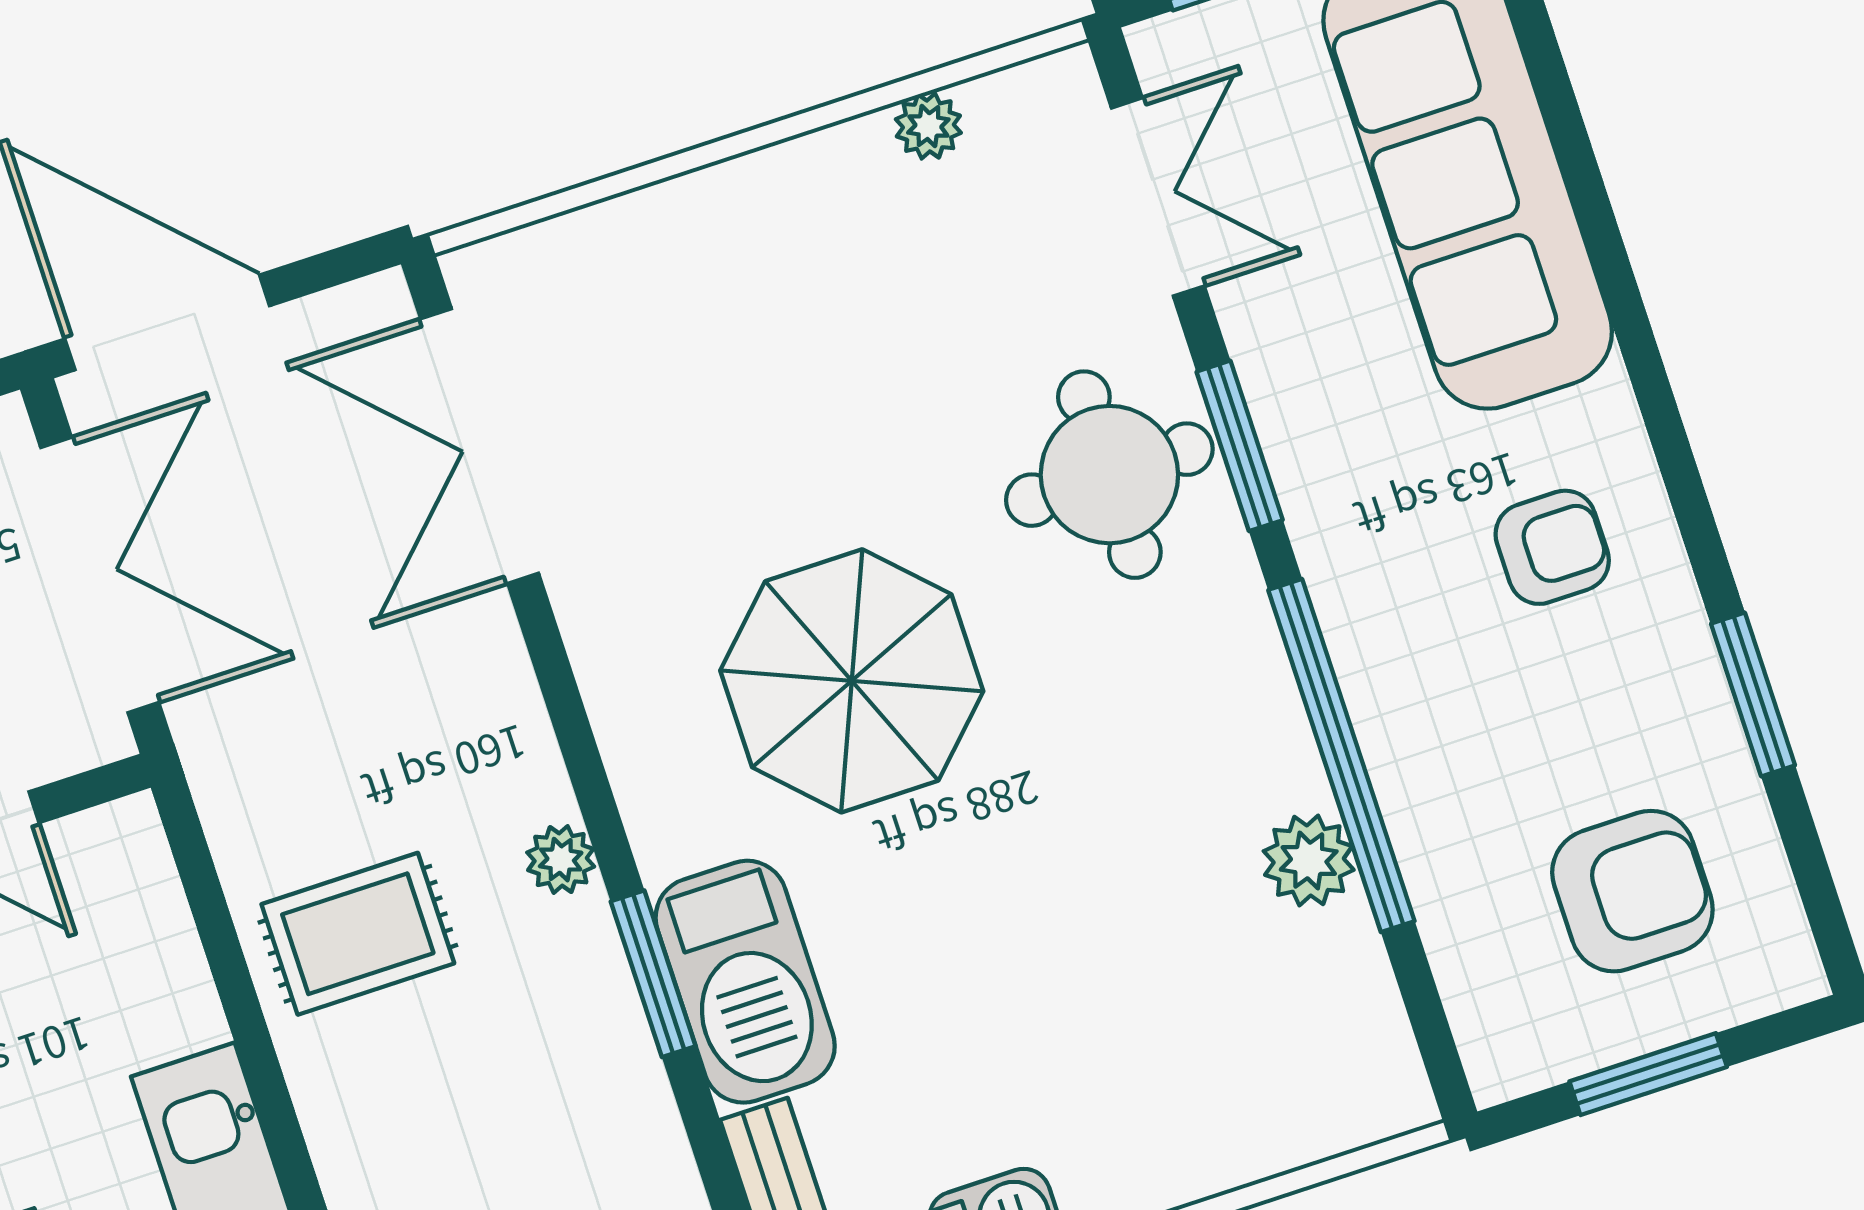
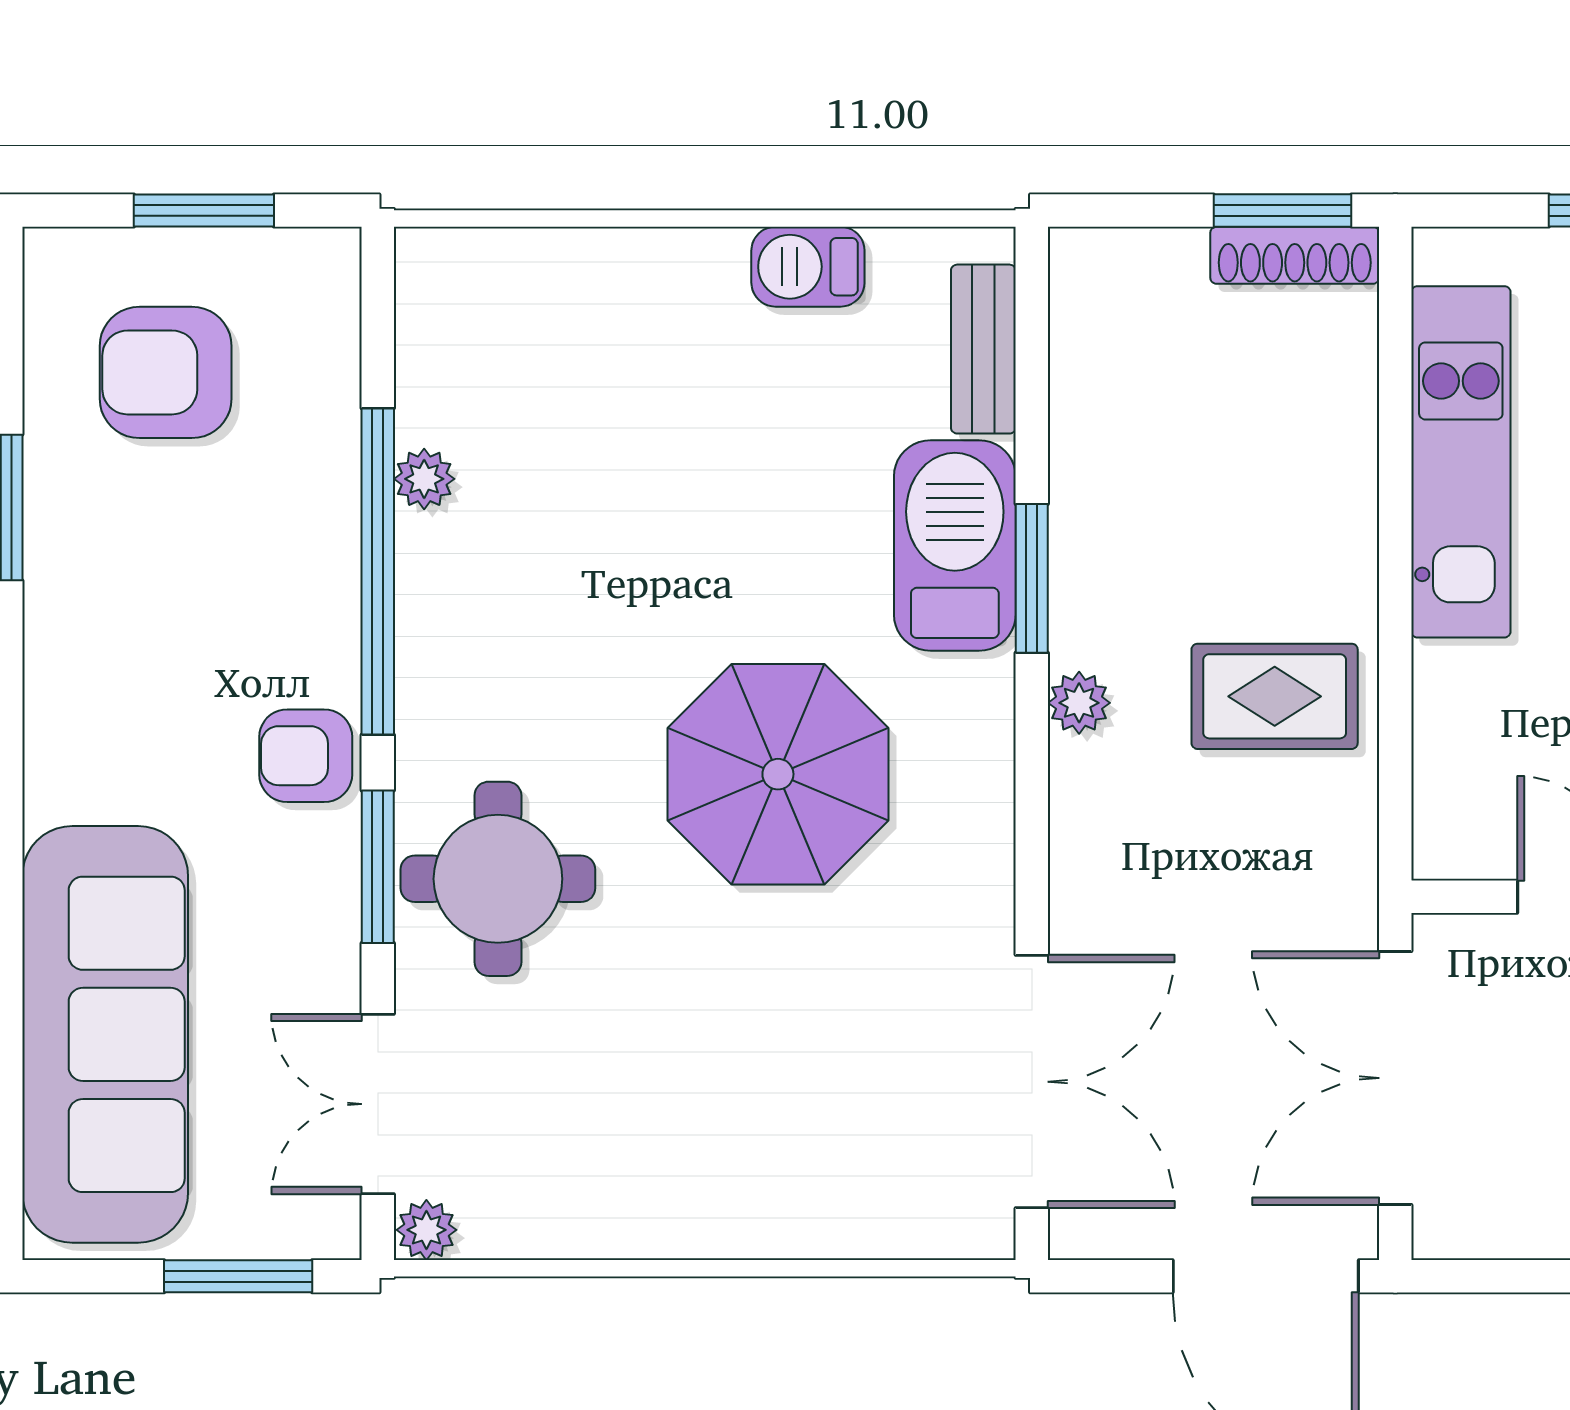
plant: (928, 126) -> (426, 1230), moved
armchair: (1552, 547) -> (306, 756), moved
plant: (1309, 860) -> (424, 479), width x0.73, depth x0.73

